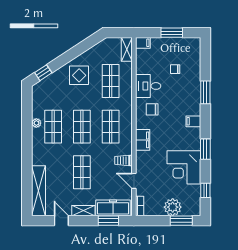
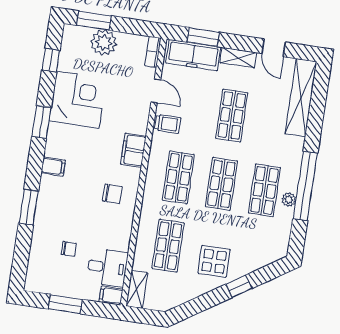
window: (43, 73) -> (239, 286), moved
desk: (148, 86) -> (107, 267), moved
window: (27, 133) -> (305, 186), added

